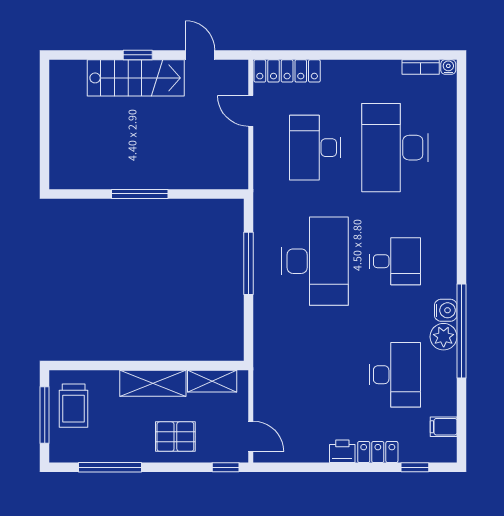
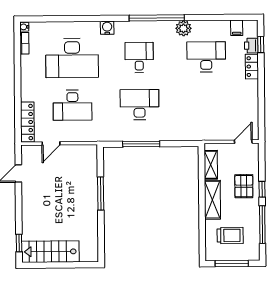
window: (138, 55) -> (19, 243), moved
stairs: (136, 78) -> (50, 252), moved, turned -90
window: (140, 194) -> (101, 194), moved
desk: (315, 261) -> (140, 105), width x0.73, depth x0.77
water cooler: (446, 310) -> (107, 28), moved
window: (462, 331) -> (157, 18), moved
trolley: (74, 406) -> (230, 235), moved
printer: (342, 451) -> (251, 46), moved
window: (226, 467) -> (262, 189), moved

